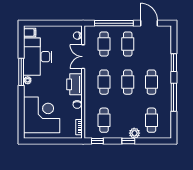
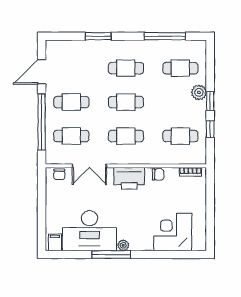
window: (174, 97) -> (165, 36), moved
corner desk: (42, 115) -> (173, 232), width x0.74, depth x0.74
window: (97, 141) -> (210, 129), moved

